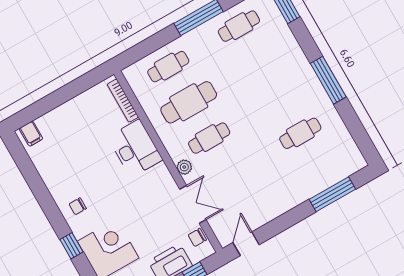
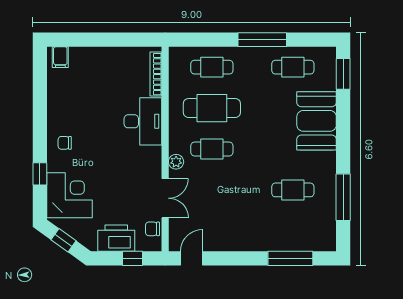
booth: (286, 61) -> (317, 121), added
window: (328, 80) -> (343, 197), moved

